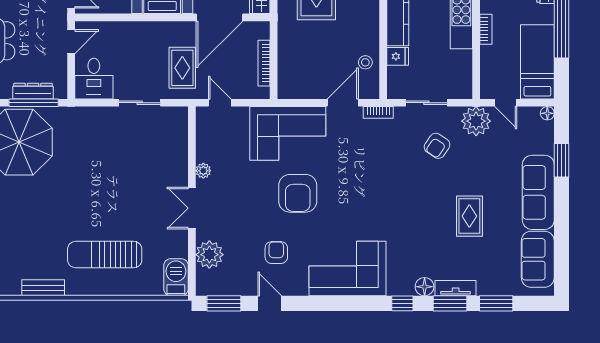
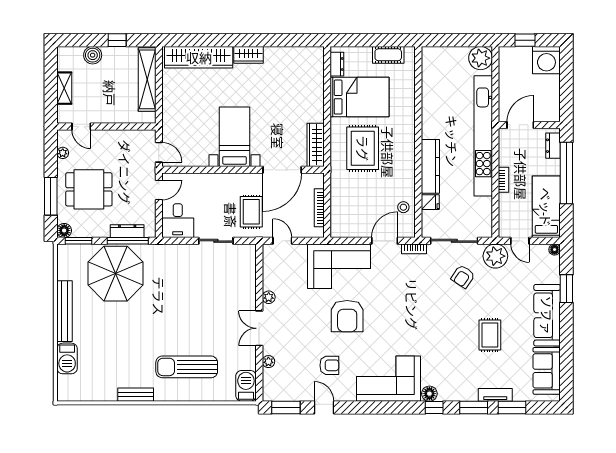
sliding door: (426, 103) -> (454, 241), width x1.37
armchair: (276, 253) -> (329, 365), turned 90
plant: (209, 255) -> (268, 362), width x0.53, depth x0.53
floor lamp: (425, 287) -> (429, 394), moved
tv unit: (456, 288) -> (495, 395), moved

